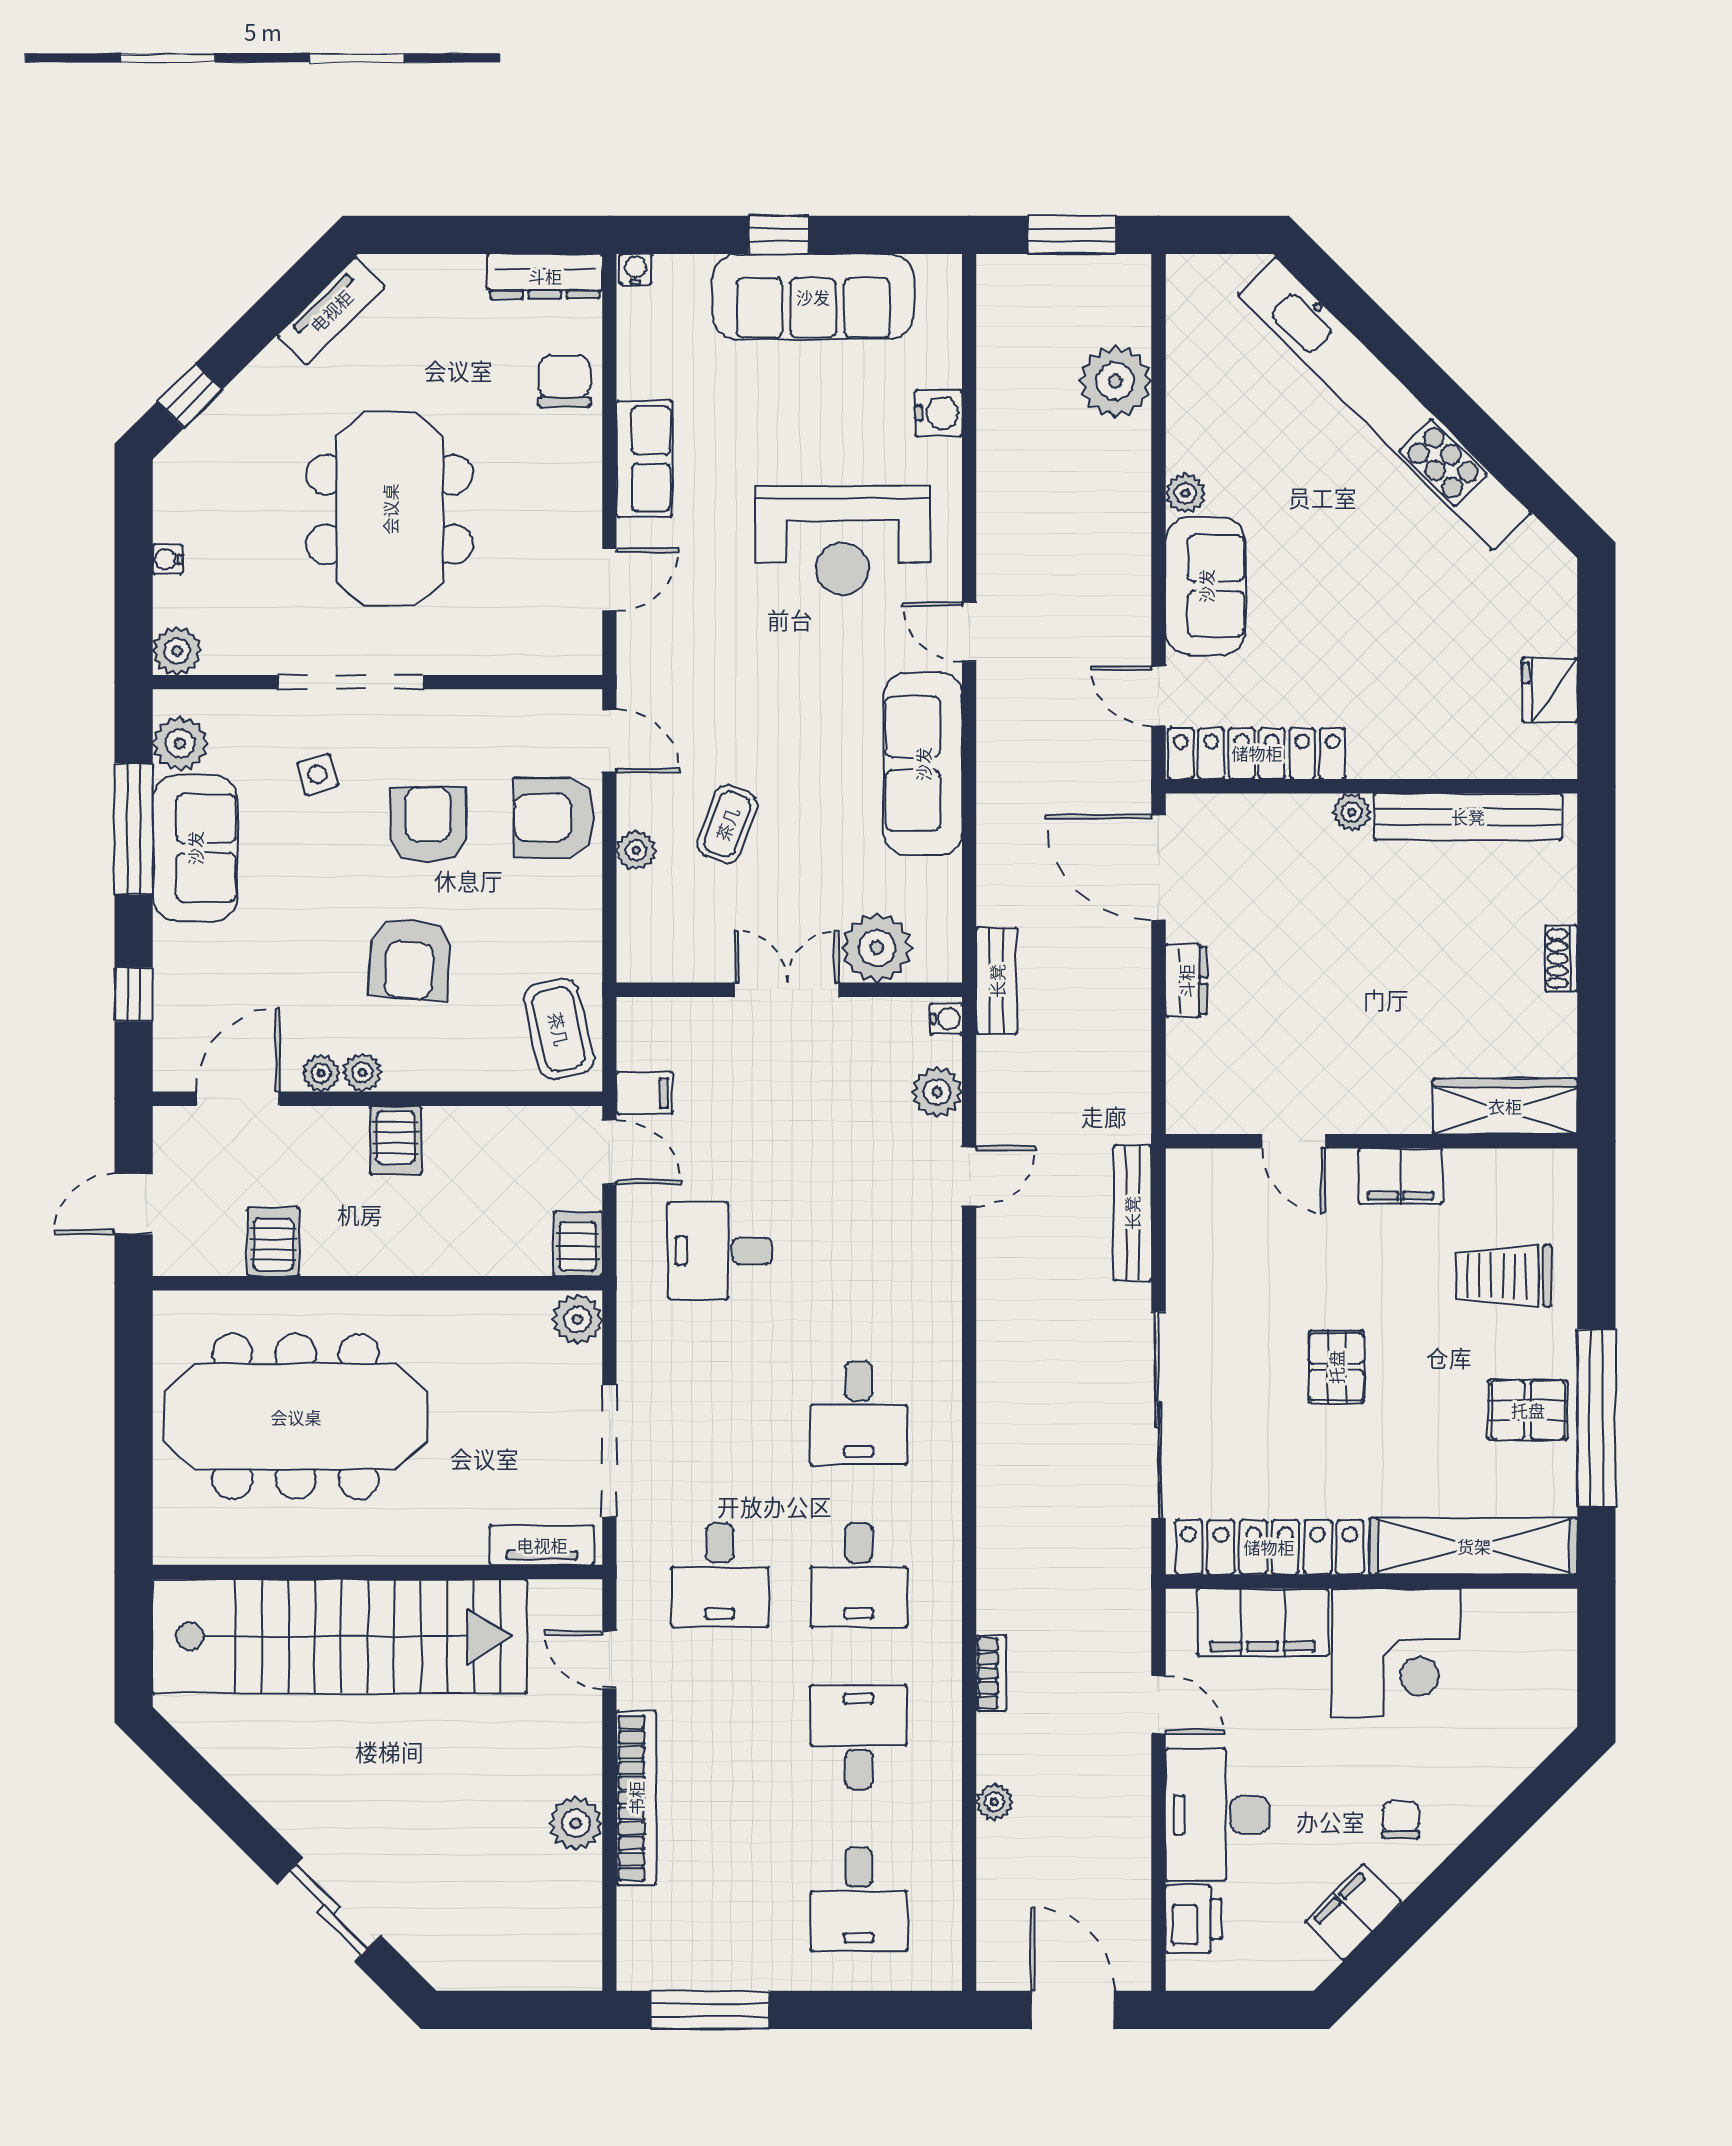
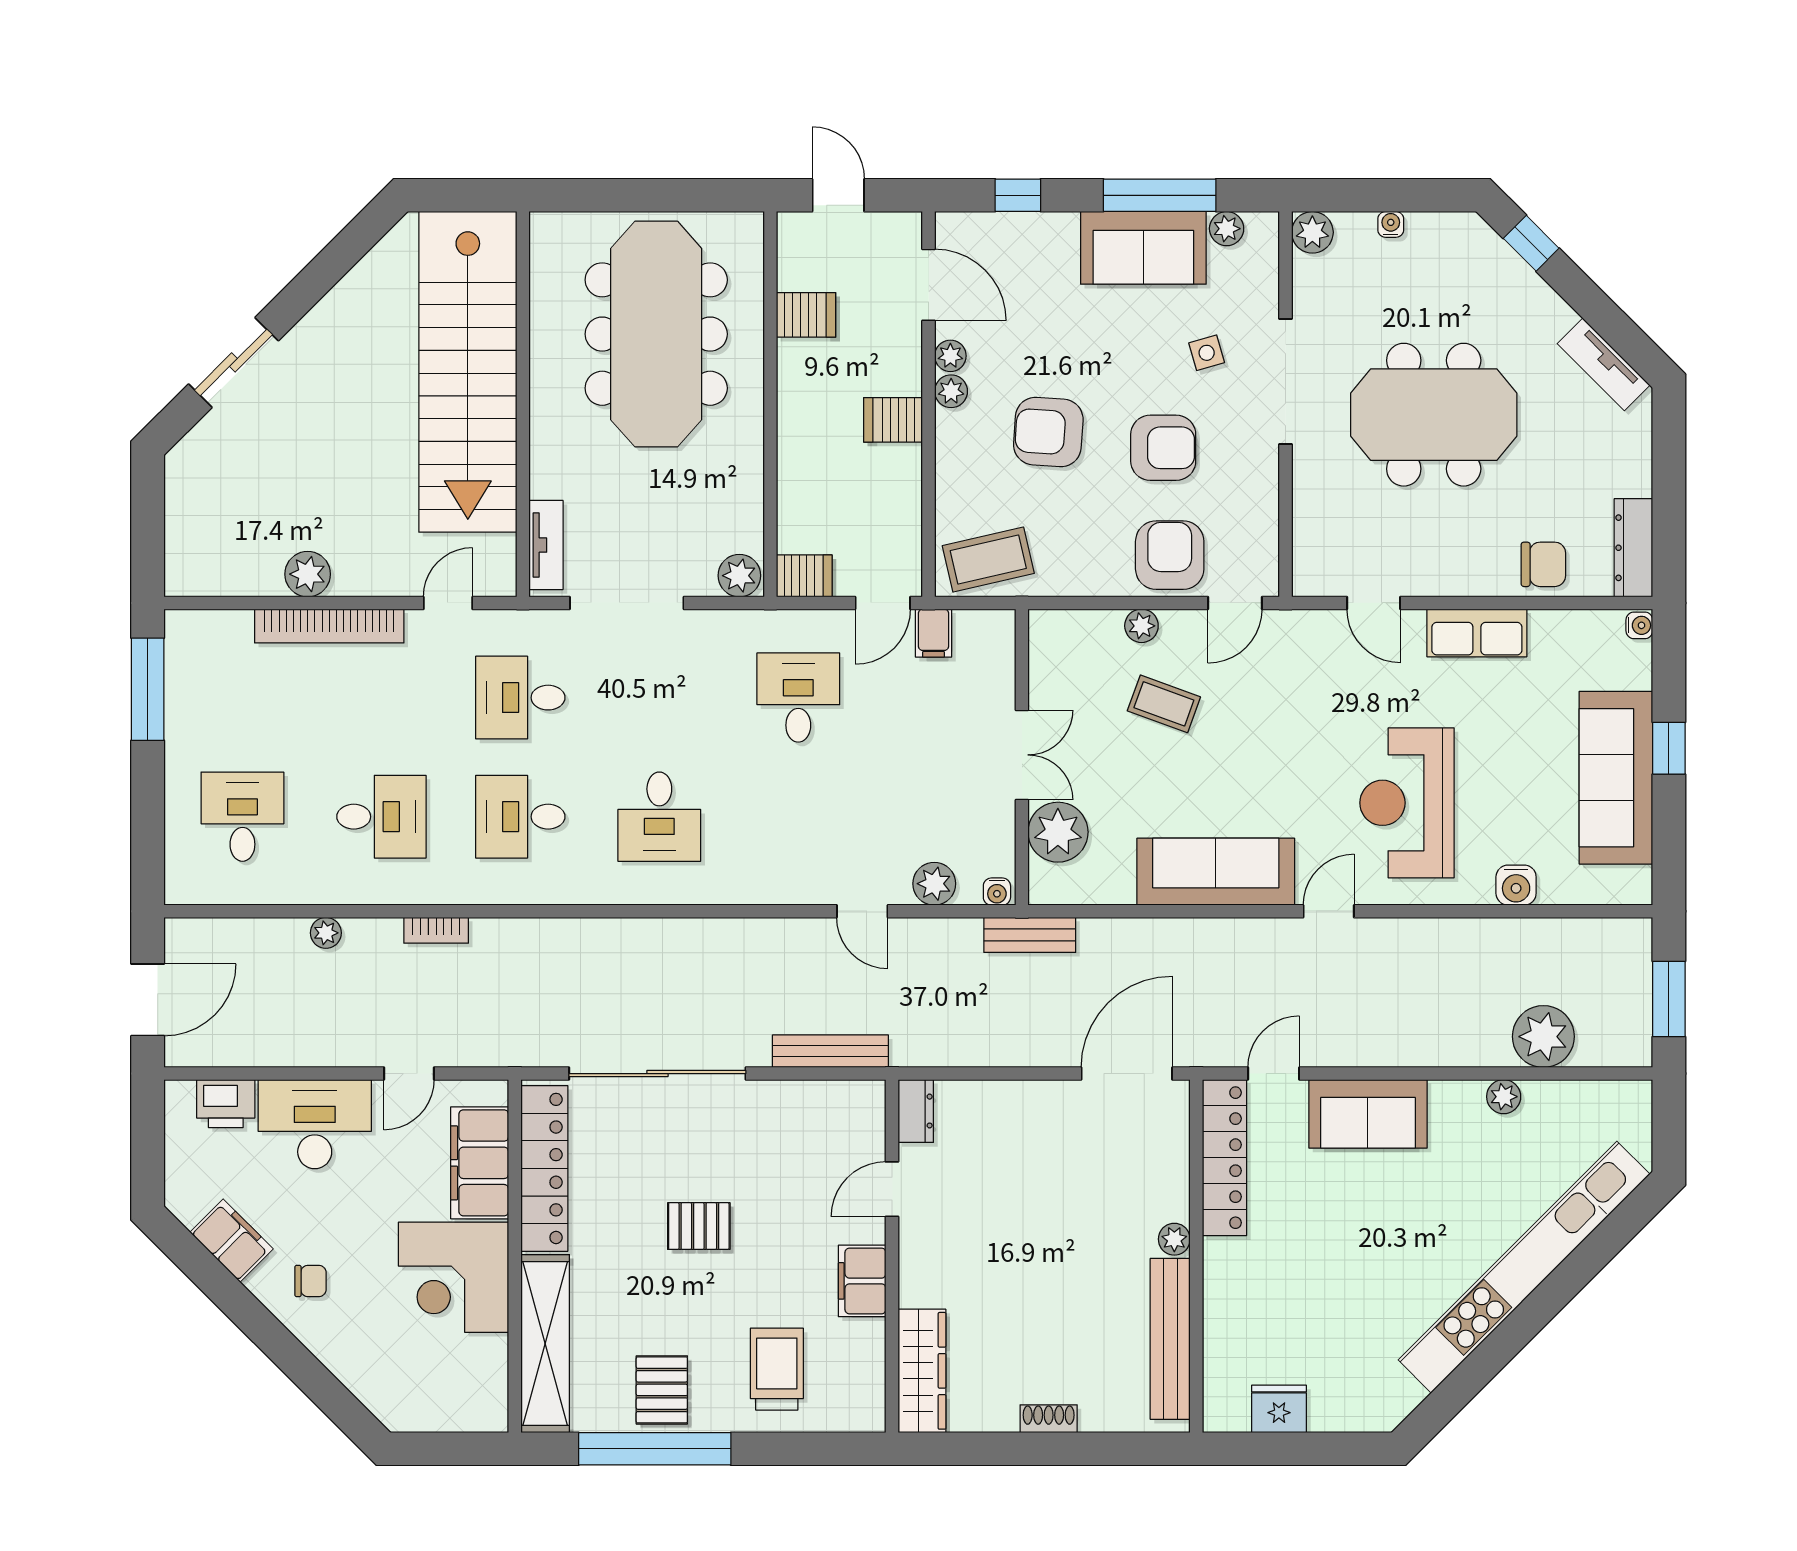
plant: (1185, 493) -> (1504, 1097), moved
plant: (180, 743) -> (1227, 229), width x0.73, depth x0.73
dresser: (1186, 981) -> (916, 1111), moved, turned -90
desk: (859, 1413) -> (659, 817), turned -90
desk: (859, 1899) -> (242, 817), turned 90

